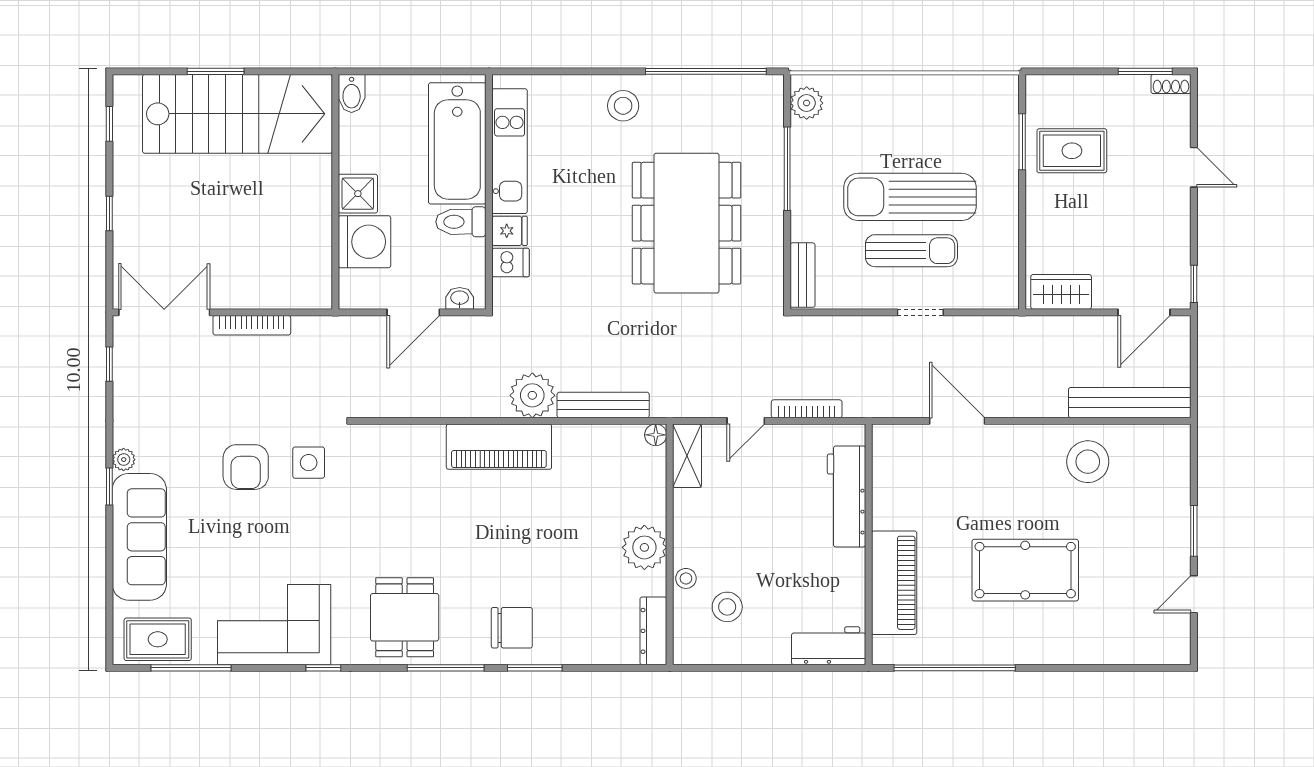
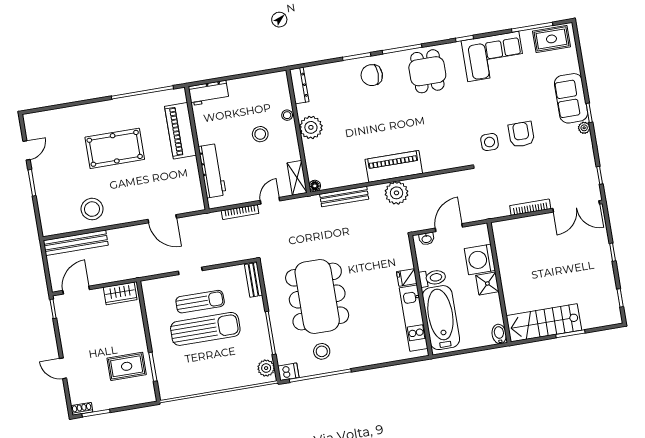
stool: (623, 106) -> (322, 351), moved
stairs: (237, 114) -> (544, 323), width x0.73, depth x0.66
sun lounger: (911, 251) -> (200, 302), turned 180
dishwasher: (511, 262) -> (288, 372), moved, turned 180
plant: (532, 395) -> (396, 193), moved
sofa: (139, 537) -> (571, 98), width x0.73
stool: (727, 607) -> (260, 134), moved

